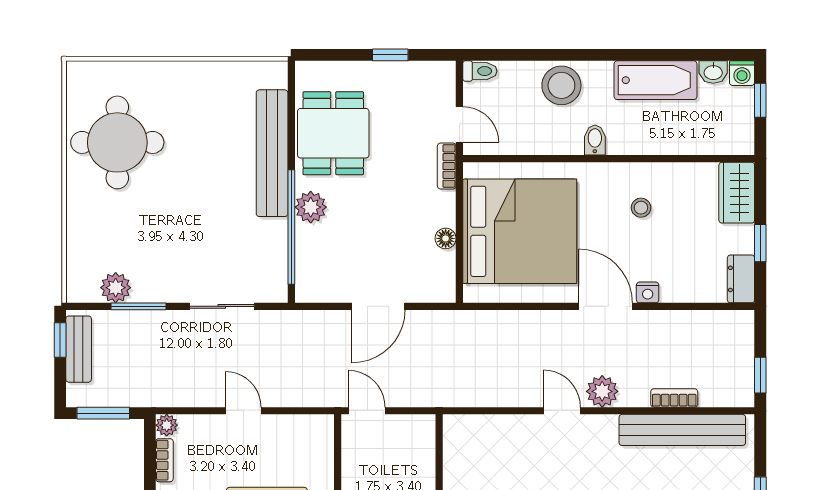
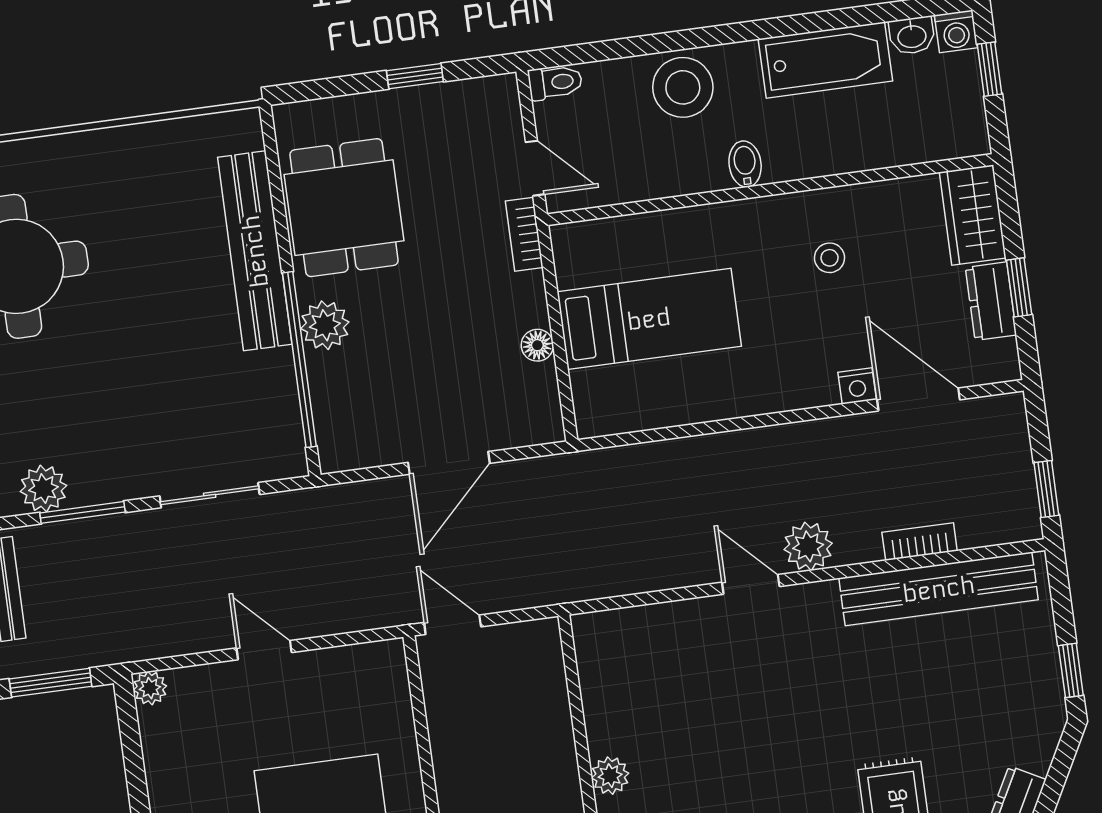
bed: (520, 231) -> (649, 319), width x0.49
dresser: (741, 279) -> (991, 301), moved
door: (606, 306) -> (918, 399), moved
bookcase: (164, 460) -> (154, 742), removed

